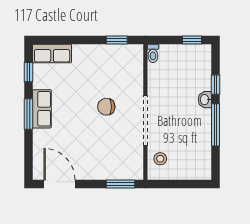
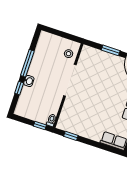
window: (192, 40) -> (40, 126), moved
chair: (106, 107) -> (91, 97), removed
window: (121, 184) -> (111, 50), moved

